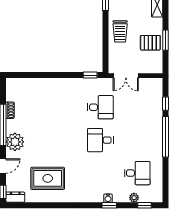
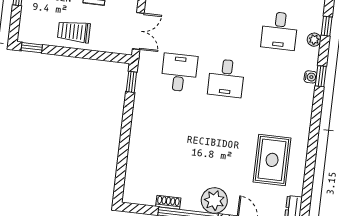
trolley: (120, 31) -> (74, 32), turned 180
desk: (137, 173) -> (279, 31), turned 180

